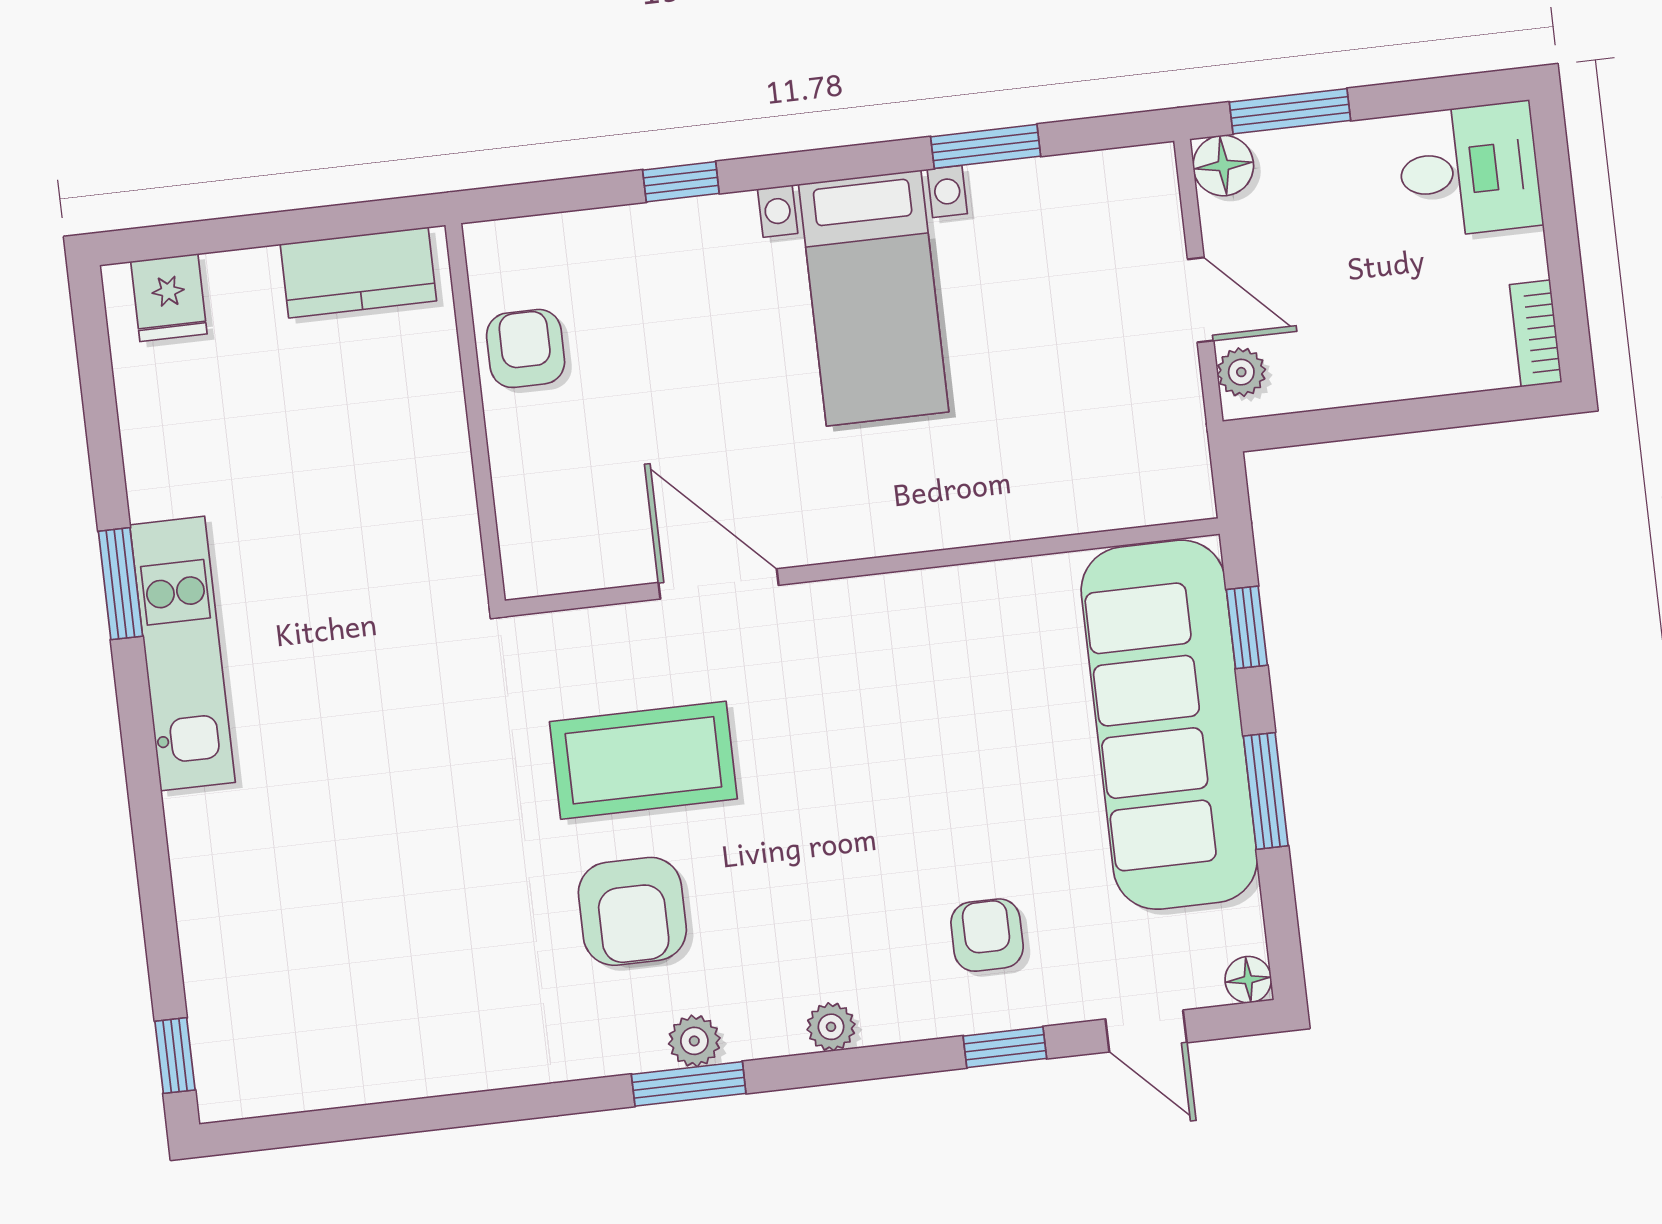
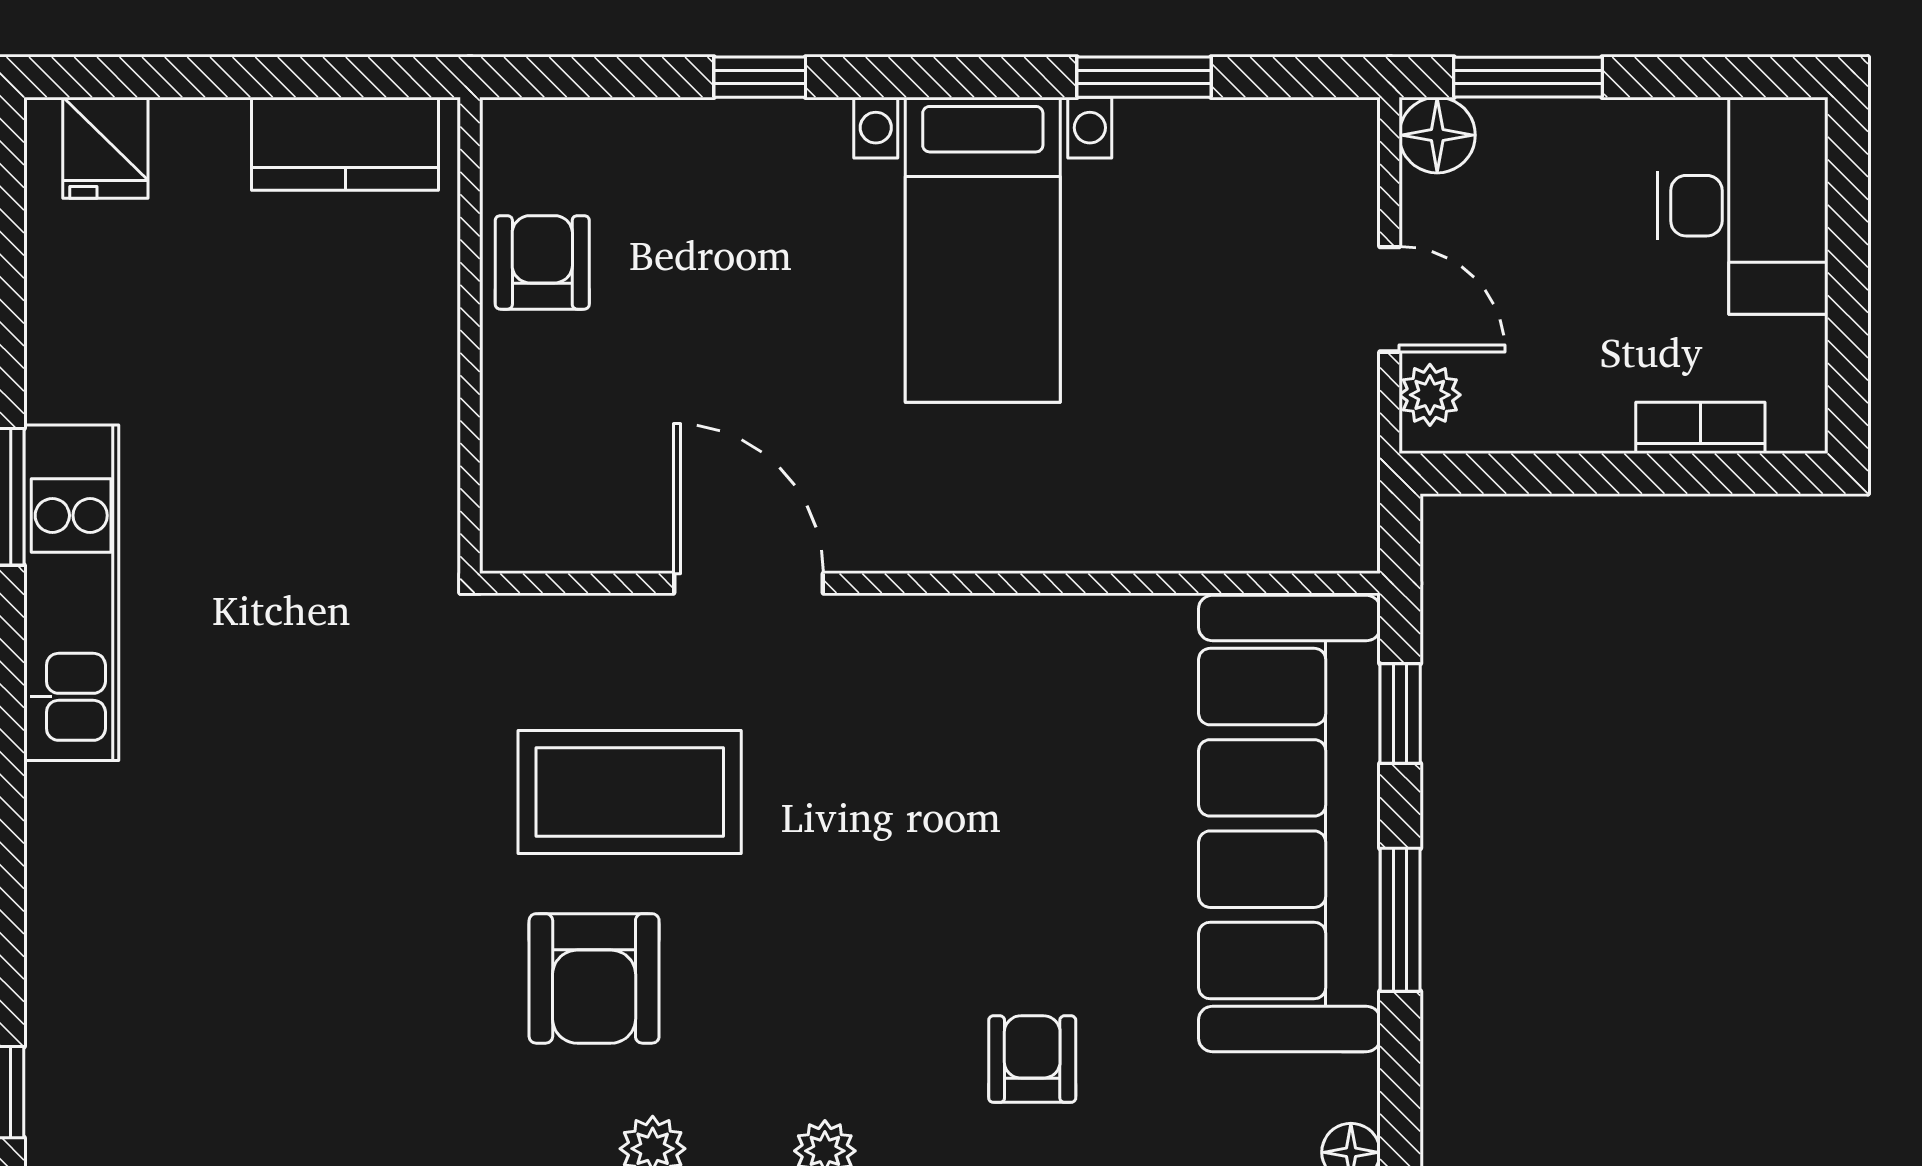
desk: (1469, 170) -> (1742, 206), width x1.37
bookcase: (1536, 333) -> (1700, 428), moved, turned 90

